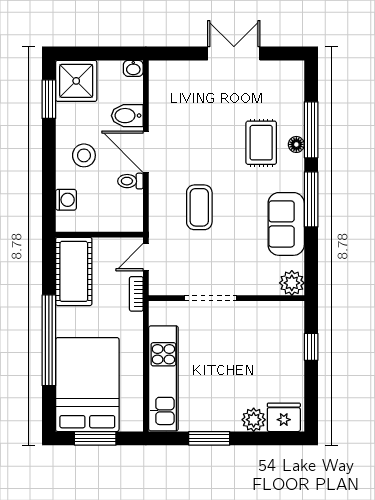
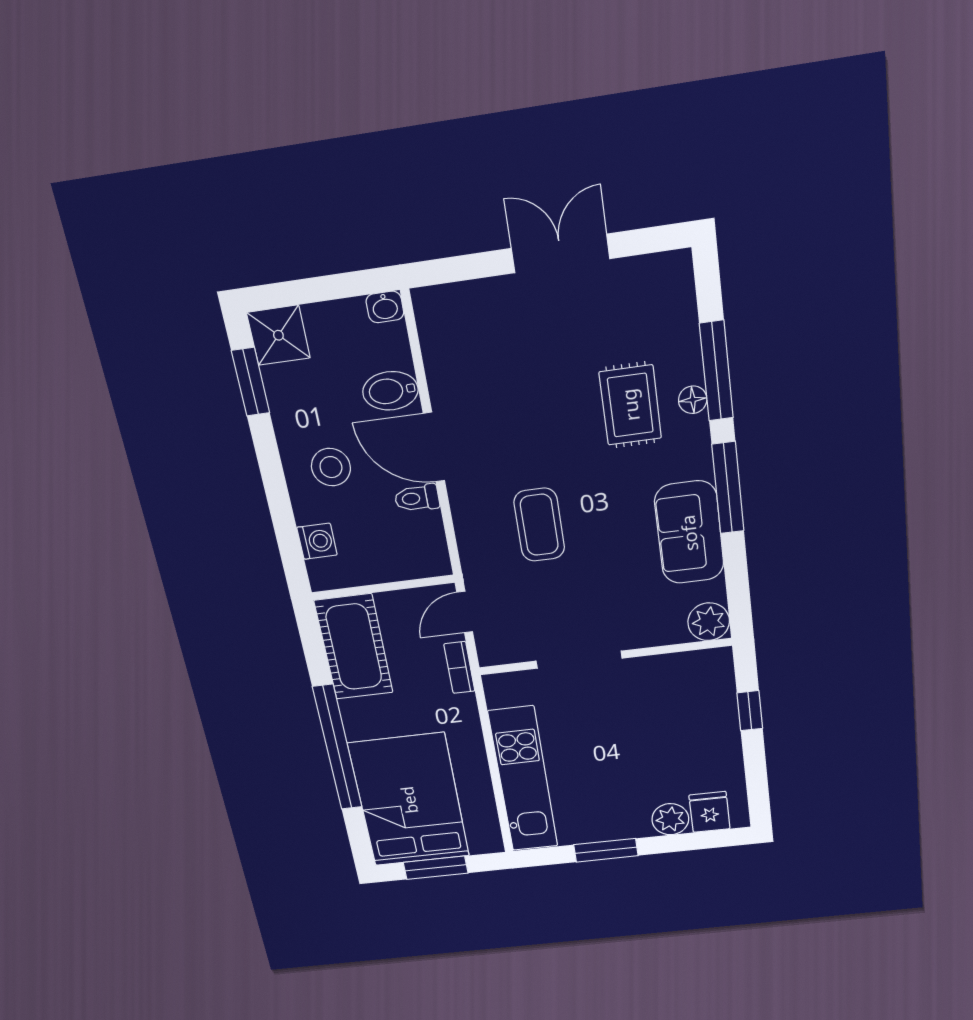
shower: (76, 81) -> (278, 335), width x0.73, depth x0.73
fridge: (284, 417) -> (709, 812), width x0.72

